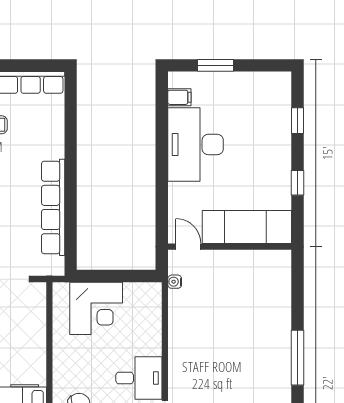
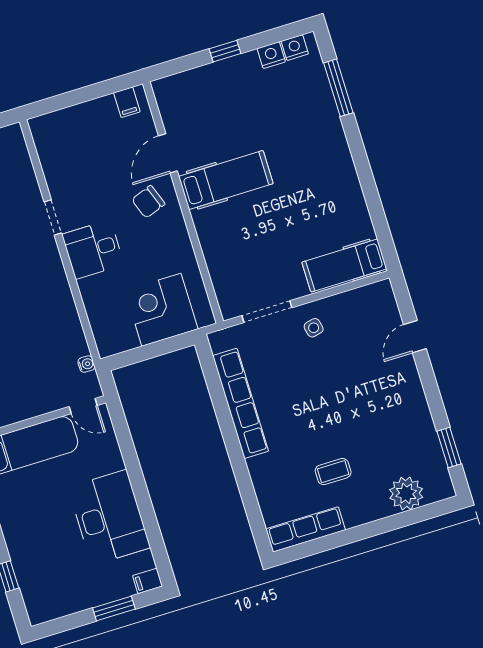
filing cabinet: (179, 97) -> (148, 581), moved

